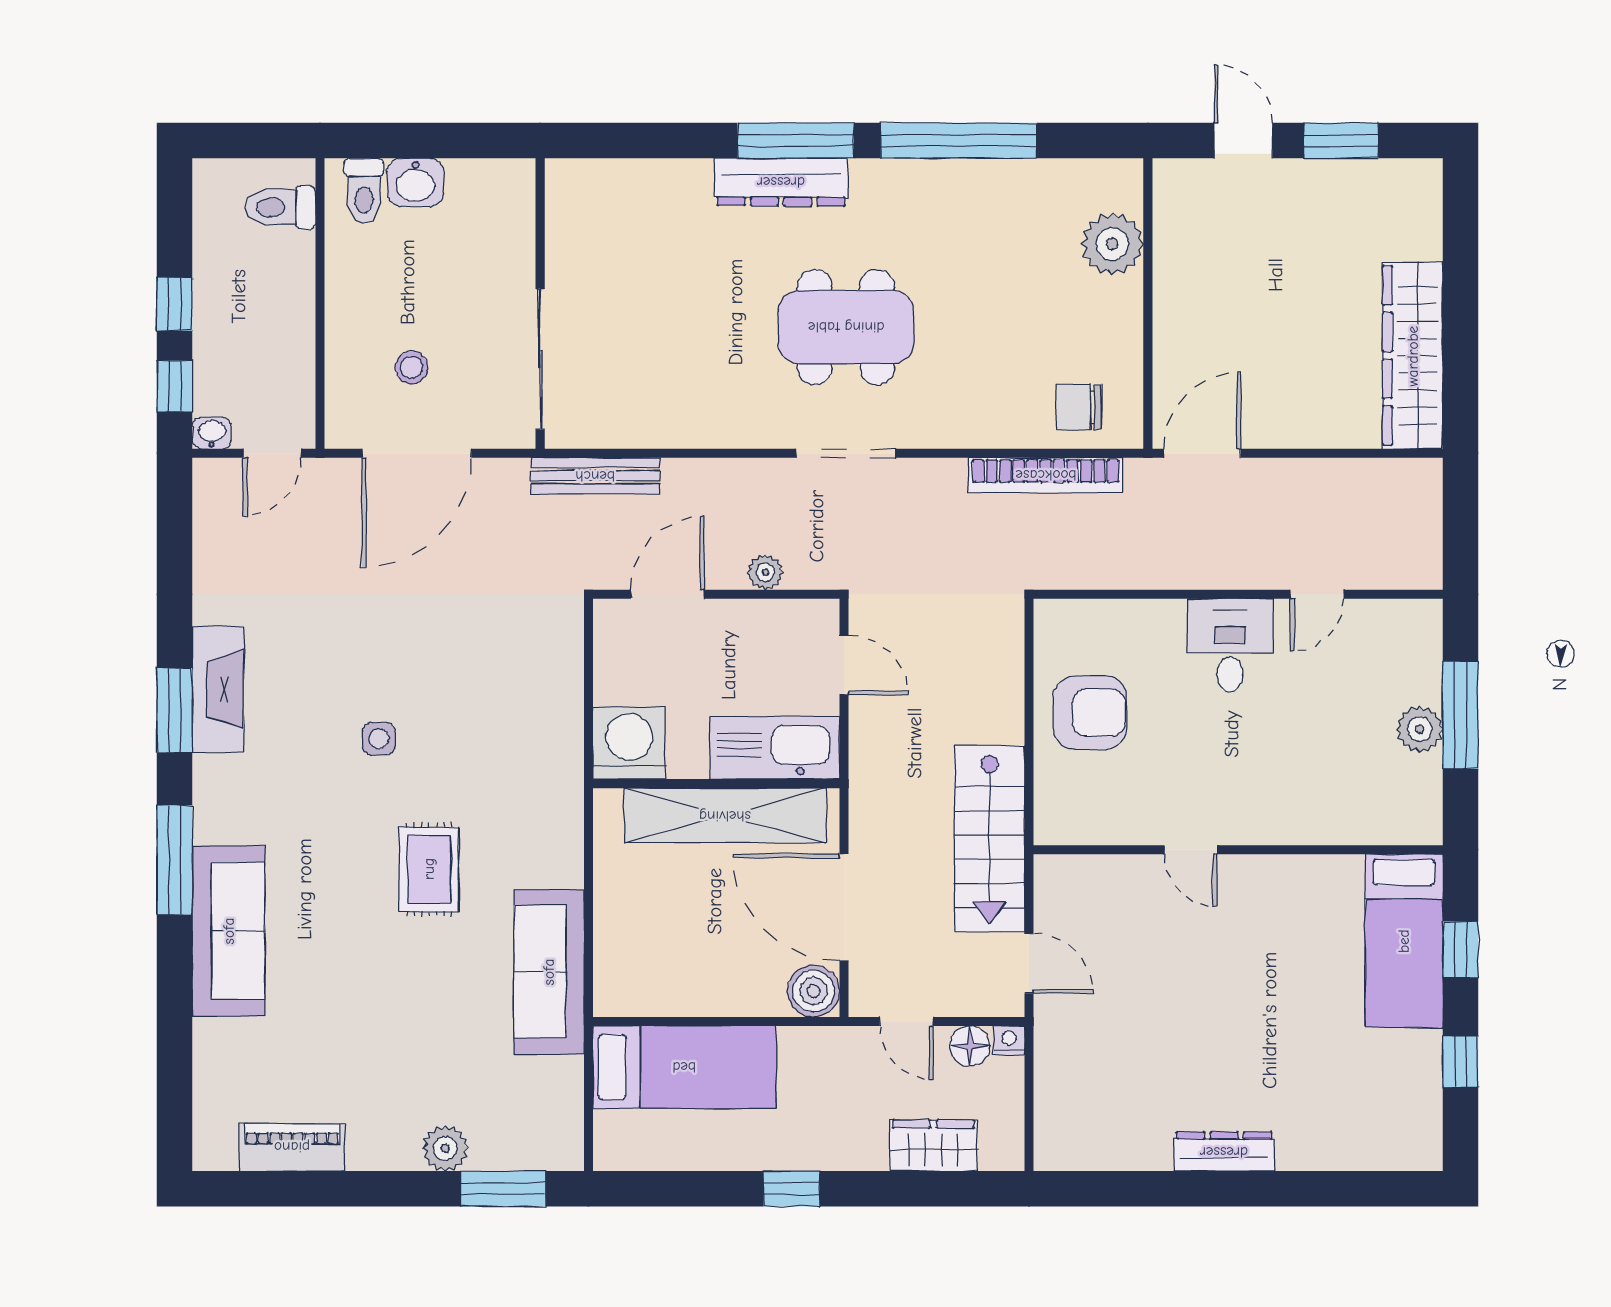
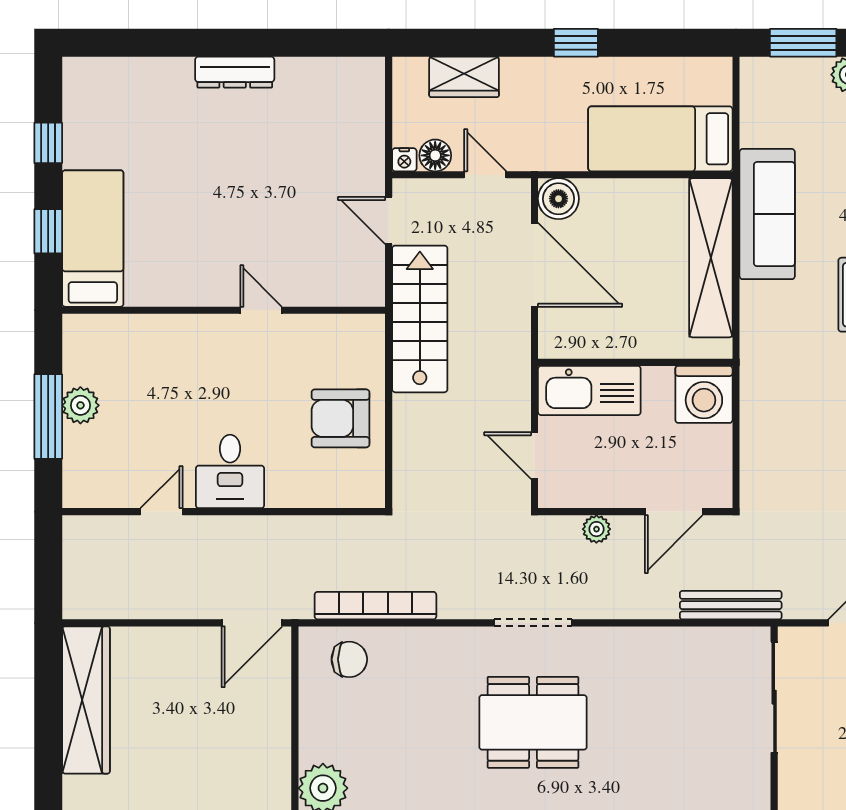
shelving: (725, 816) -> (711, 258), moved, turned 90

